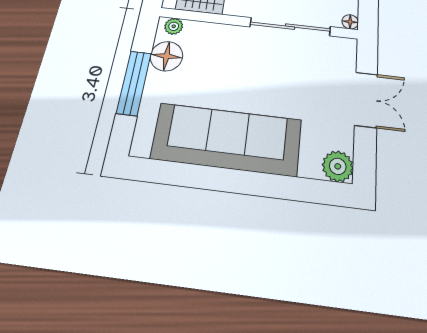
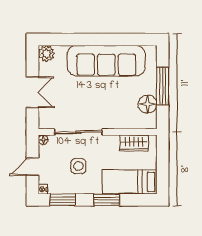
plant: (174, 26) -> (147, 124), removed
double door: (366, 100) -> (32, 92), swing flipped

